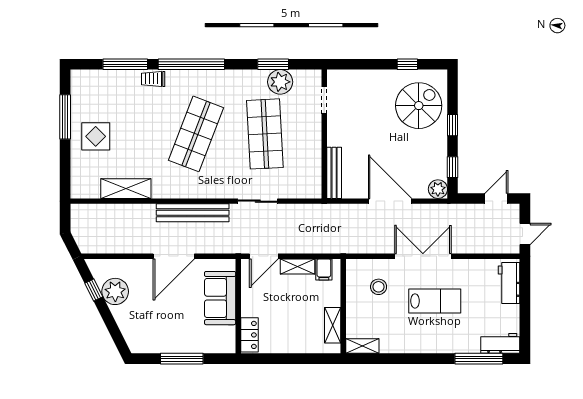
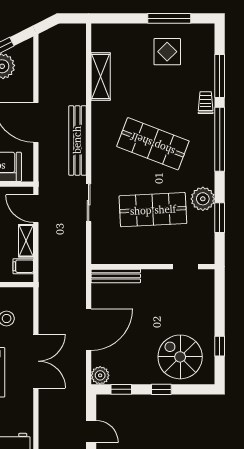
plant: (280, 82) -> (203, 199), moved
spiral stairs: (419, 106) -> (180, 357), turned 180
display table: (96, 136) -> (167, 52), moved

